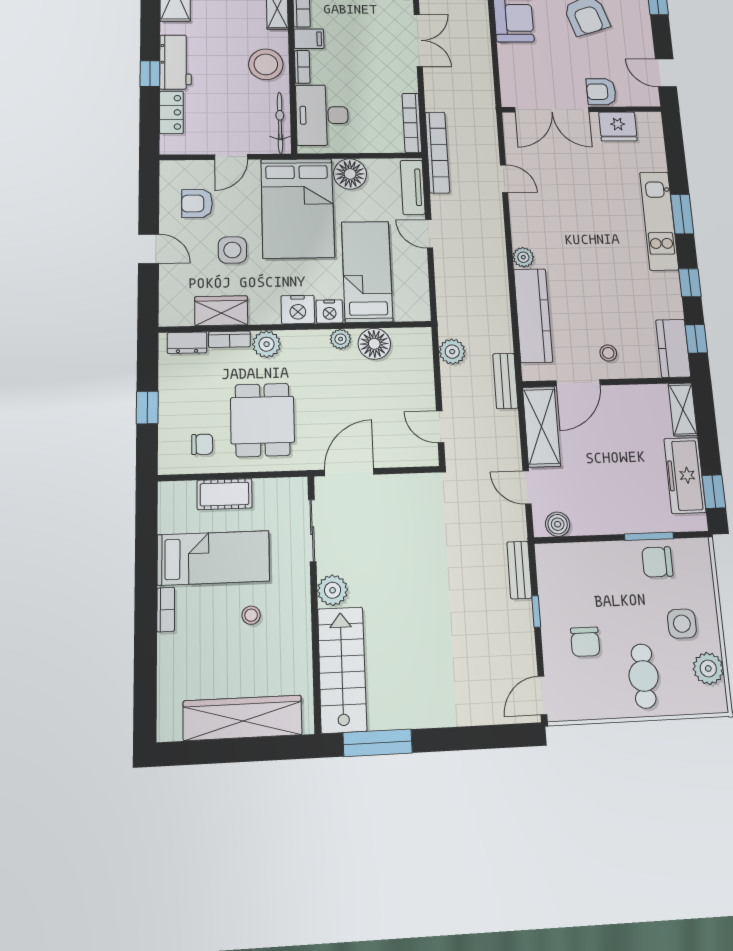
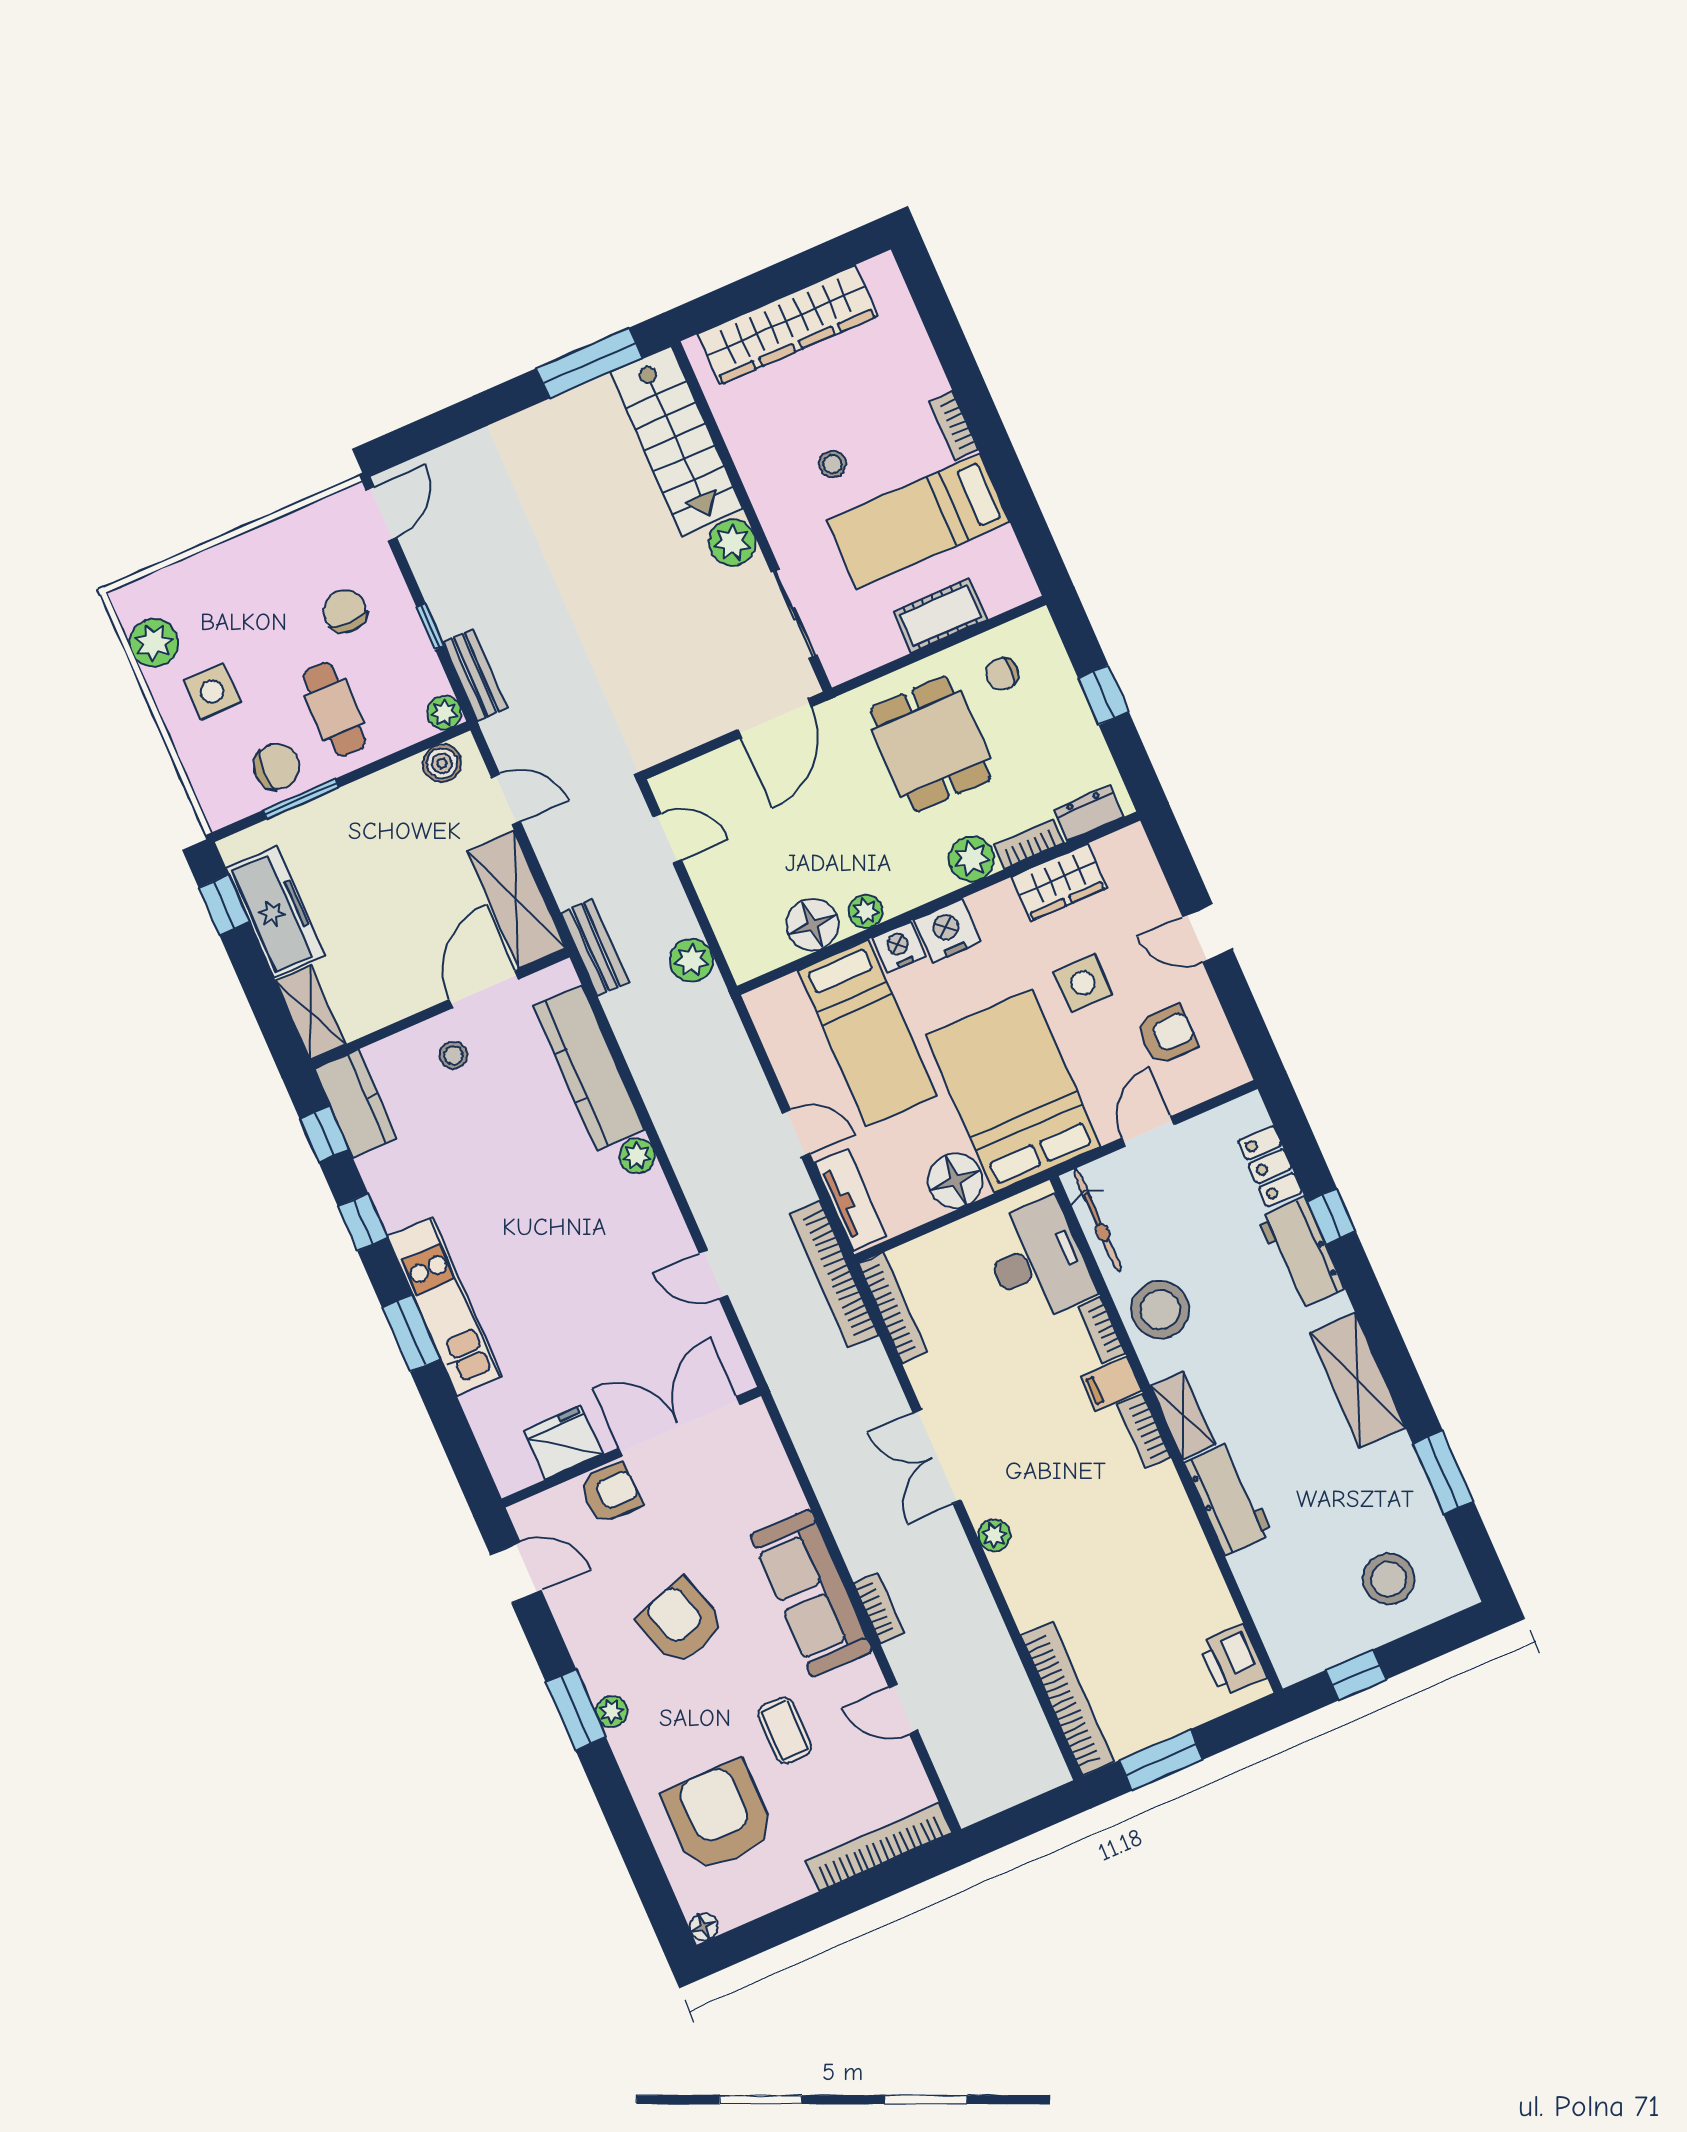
plant: (546, 555) -> (444, 713), added
cafe table: (644, 676) -> (334, 709), moved

